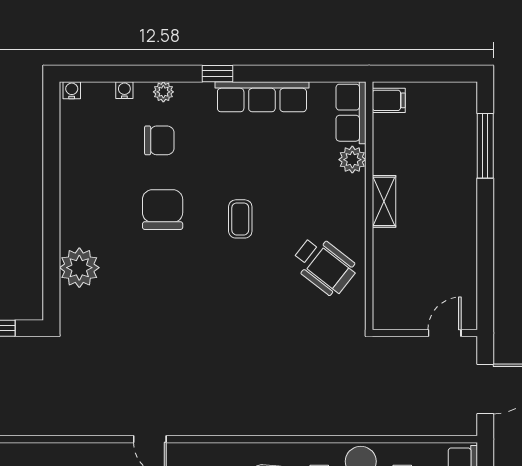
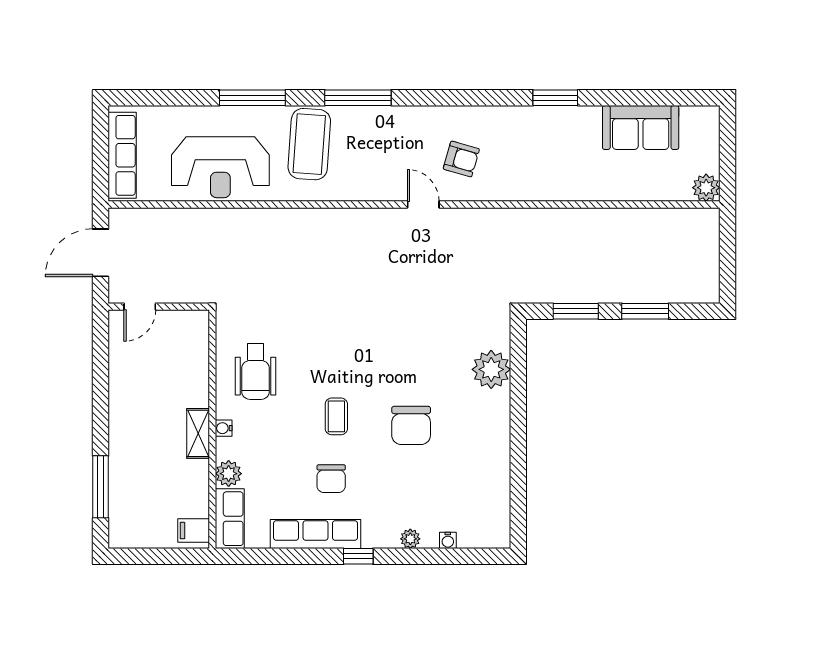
water cooler: (72, 90) -> (224, 428), moved, turned 90
chair: (159, 140) -> (331, 479), moved, turned -90
wheelchair: (324, 266) -> (256, 372), turned -128

